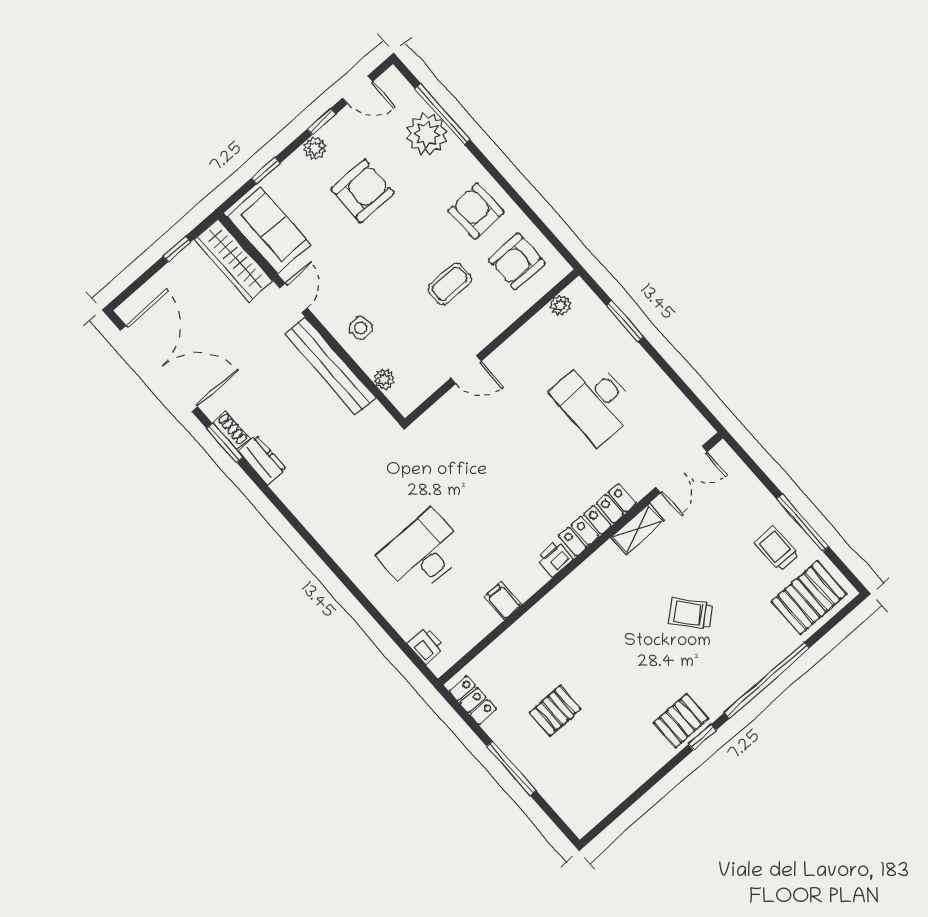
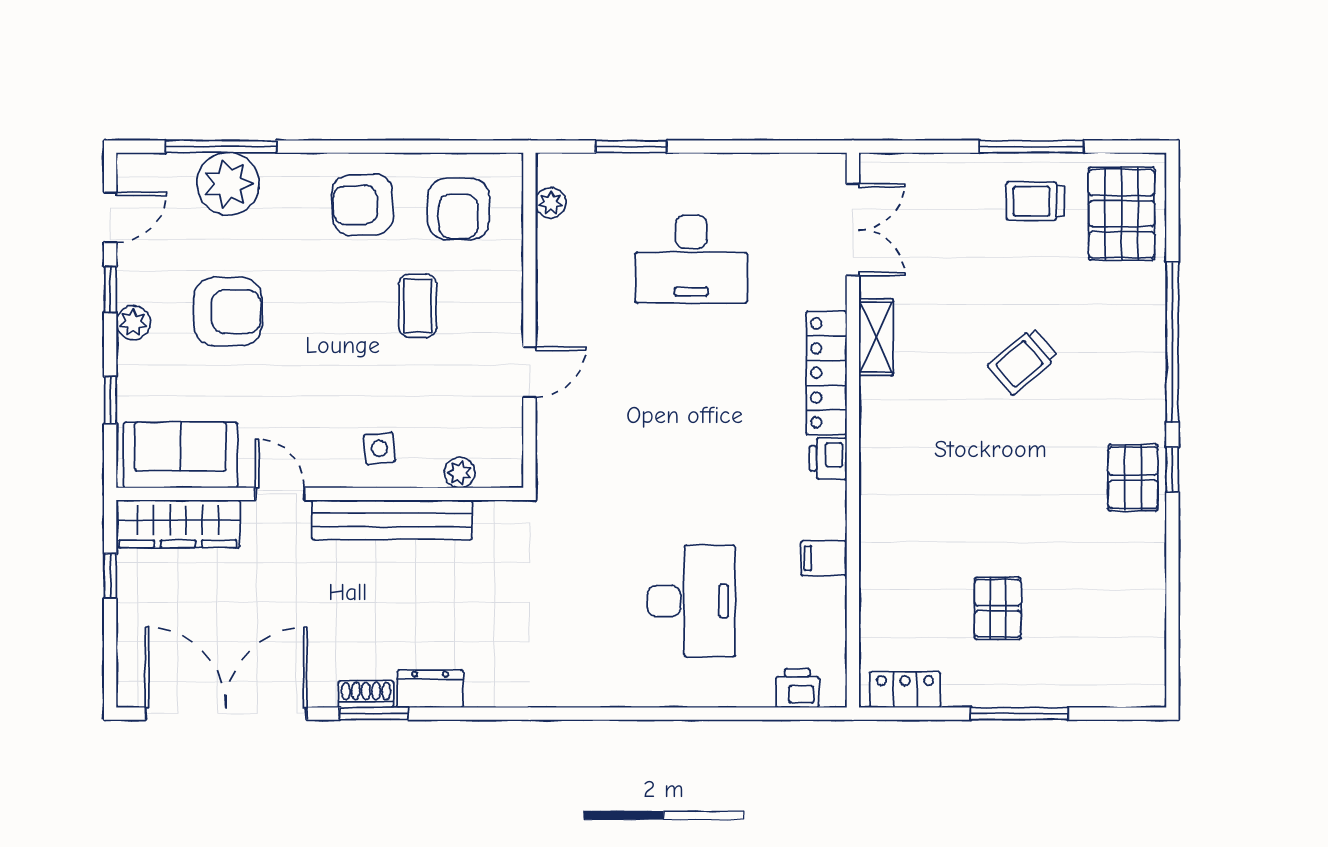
armchair: (362, 191) -> (228, 312), turned 90
desk: (422, 553) -> (691, 601), turned 180

